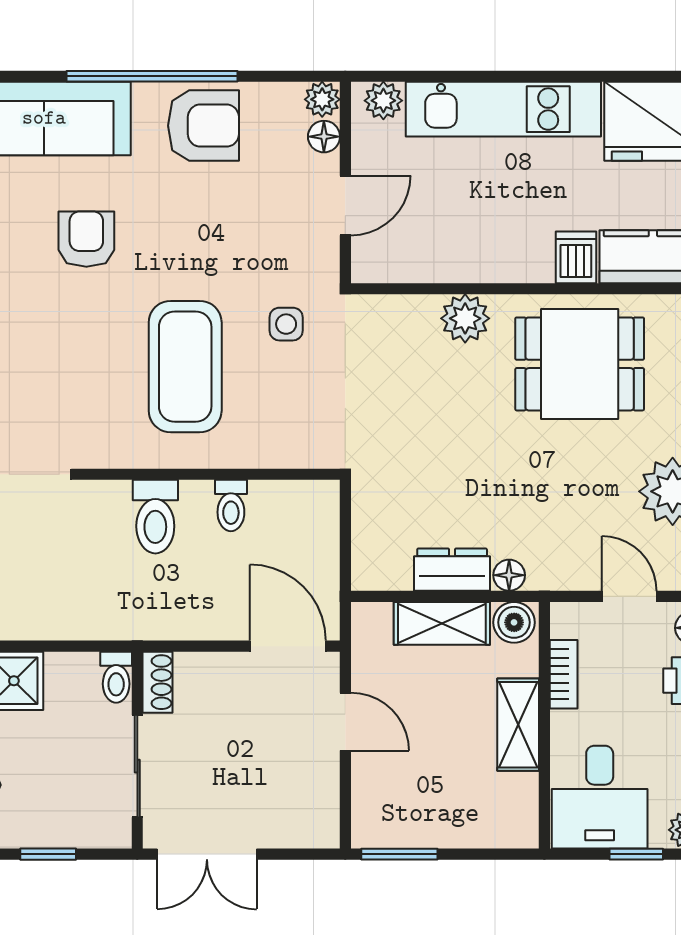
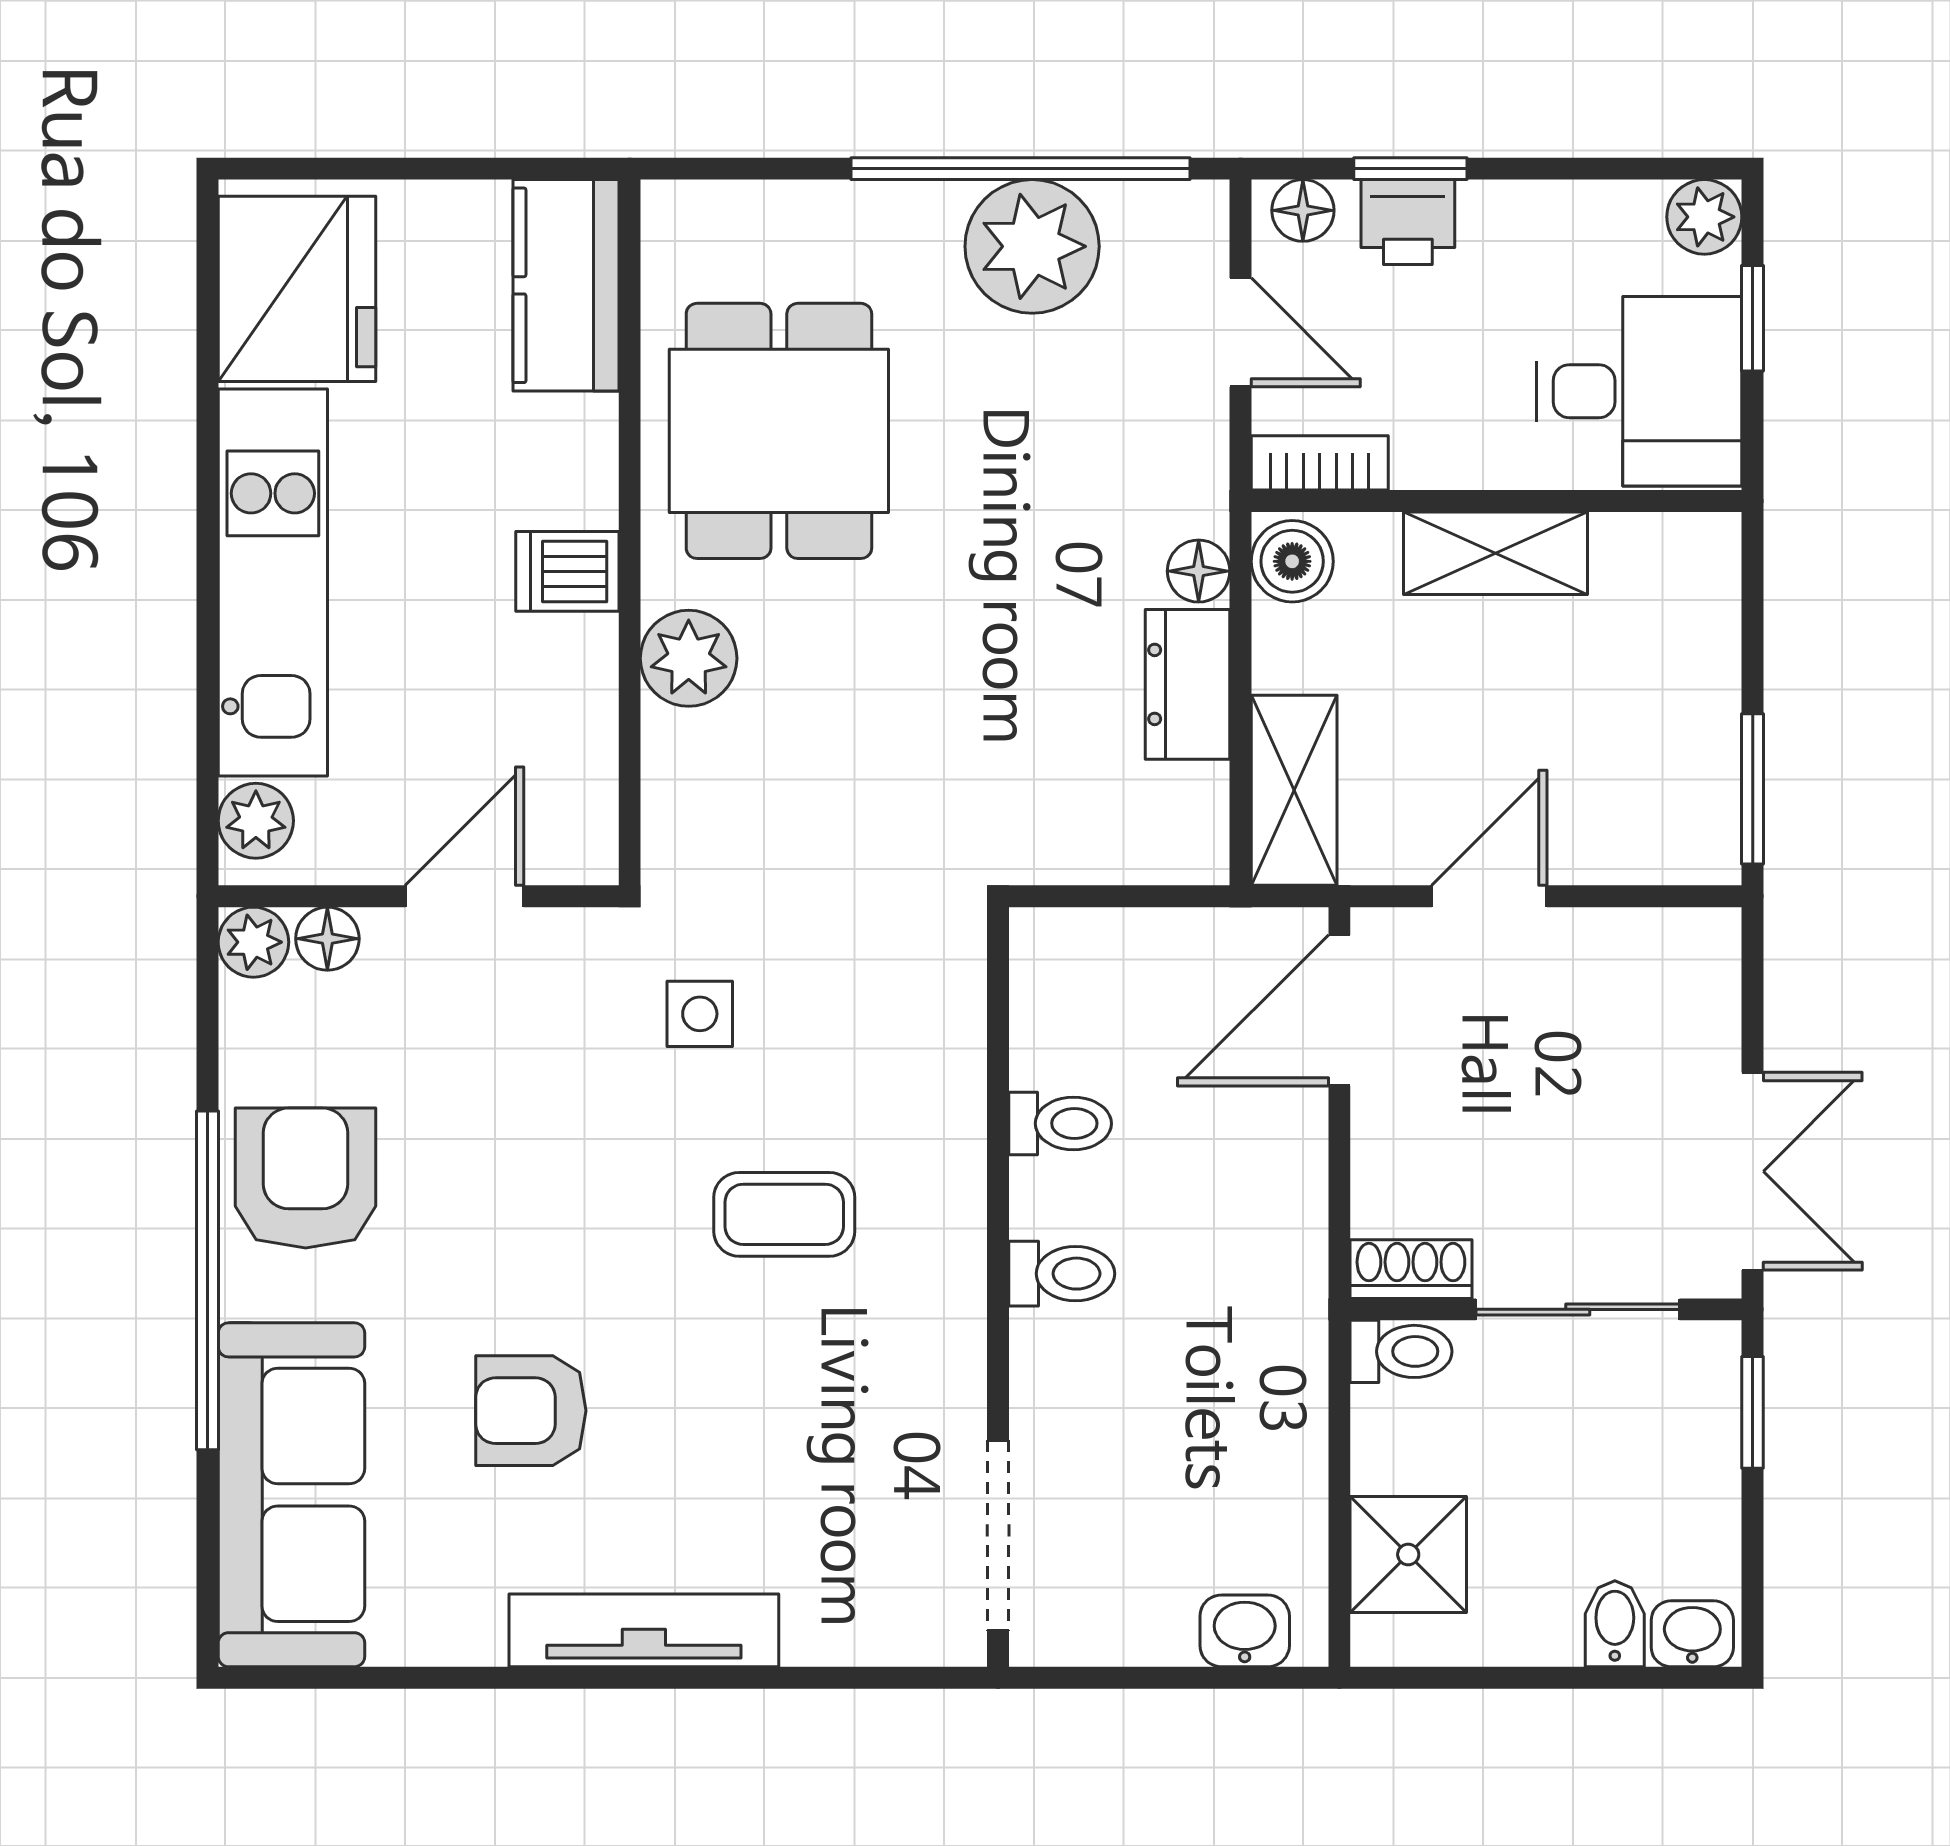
door: (345, 206) -> (464, 896), hinge flipped
dishwasher: (576, 257) -> (567, 571), moved
coffee table: (185, 367) -> (784, 1214), width x0.54, depth x0.58
toilet: (155, 517) -> (1062, 1274), width x0.73, depth x0.72
door: (629, 596) -> (1241, 332), swing flipped
shelving: (442, 623) -> (1294, 790), moved
bookcase: (564, 674) -> (1320, 463), moved
window: (48, 854) -> (1753, 1412), moved

